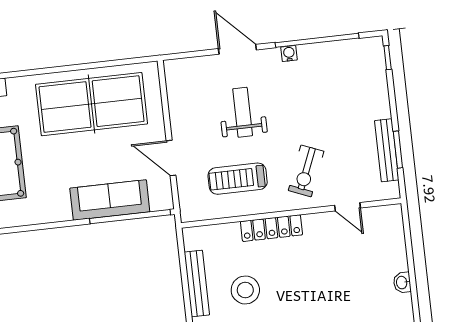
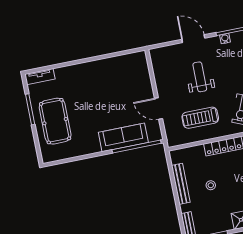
table tennis table: (92, 104) -> (107, 80), removed
stool: (245, 290) -> (211, 185), width x0.53, depth x0.53

